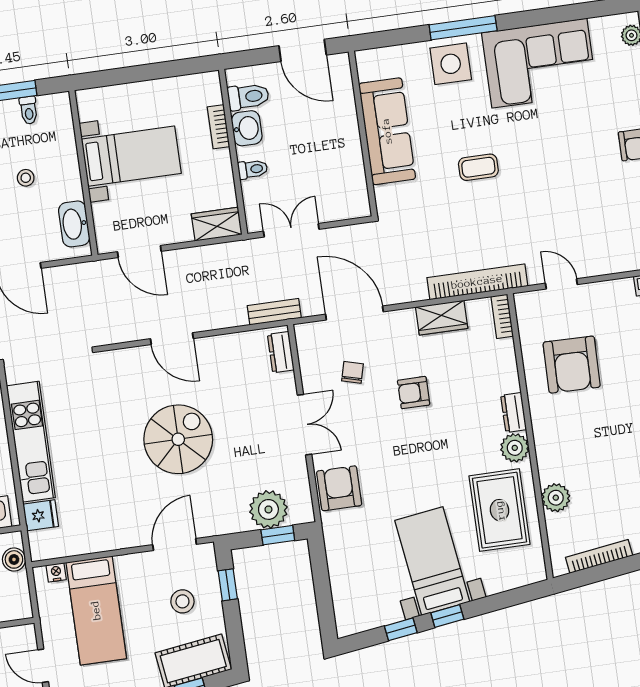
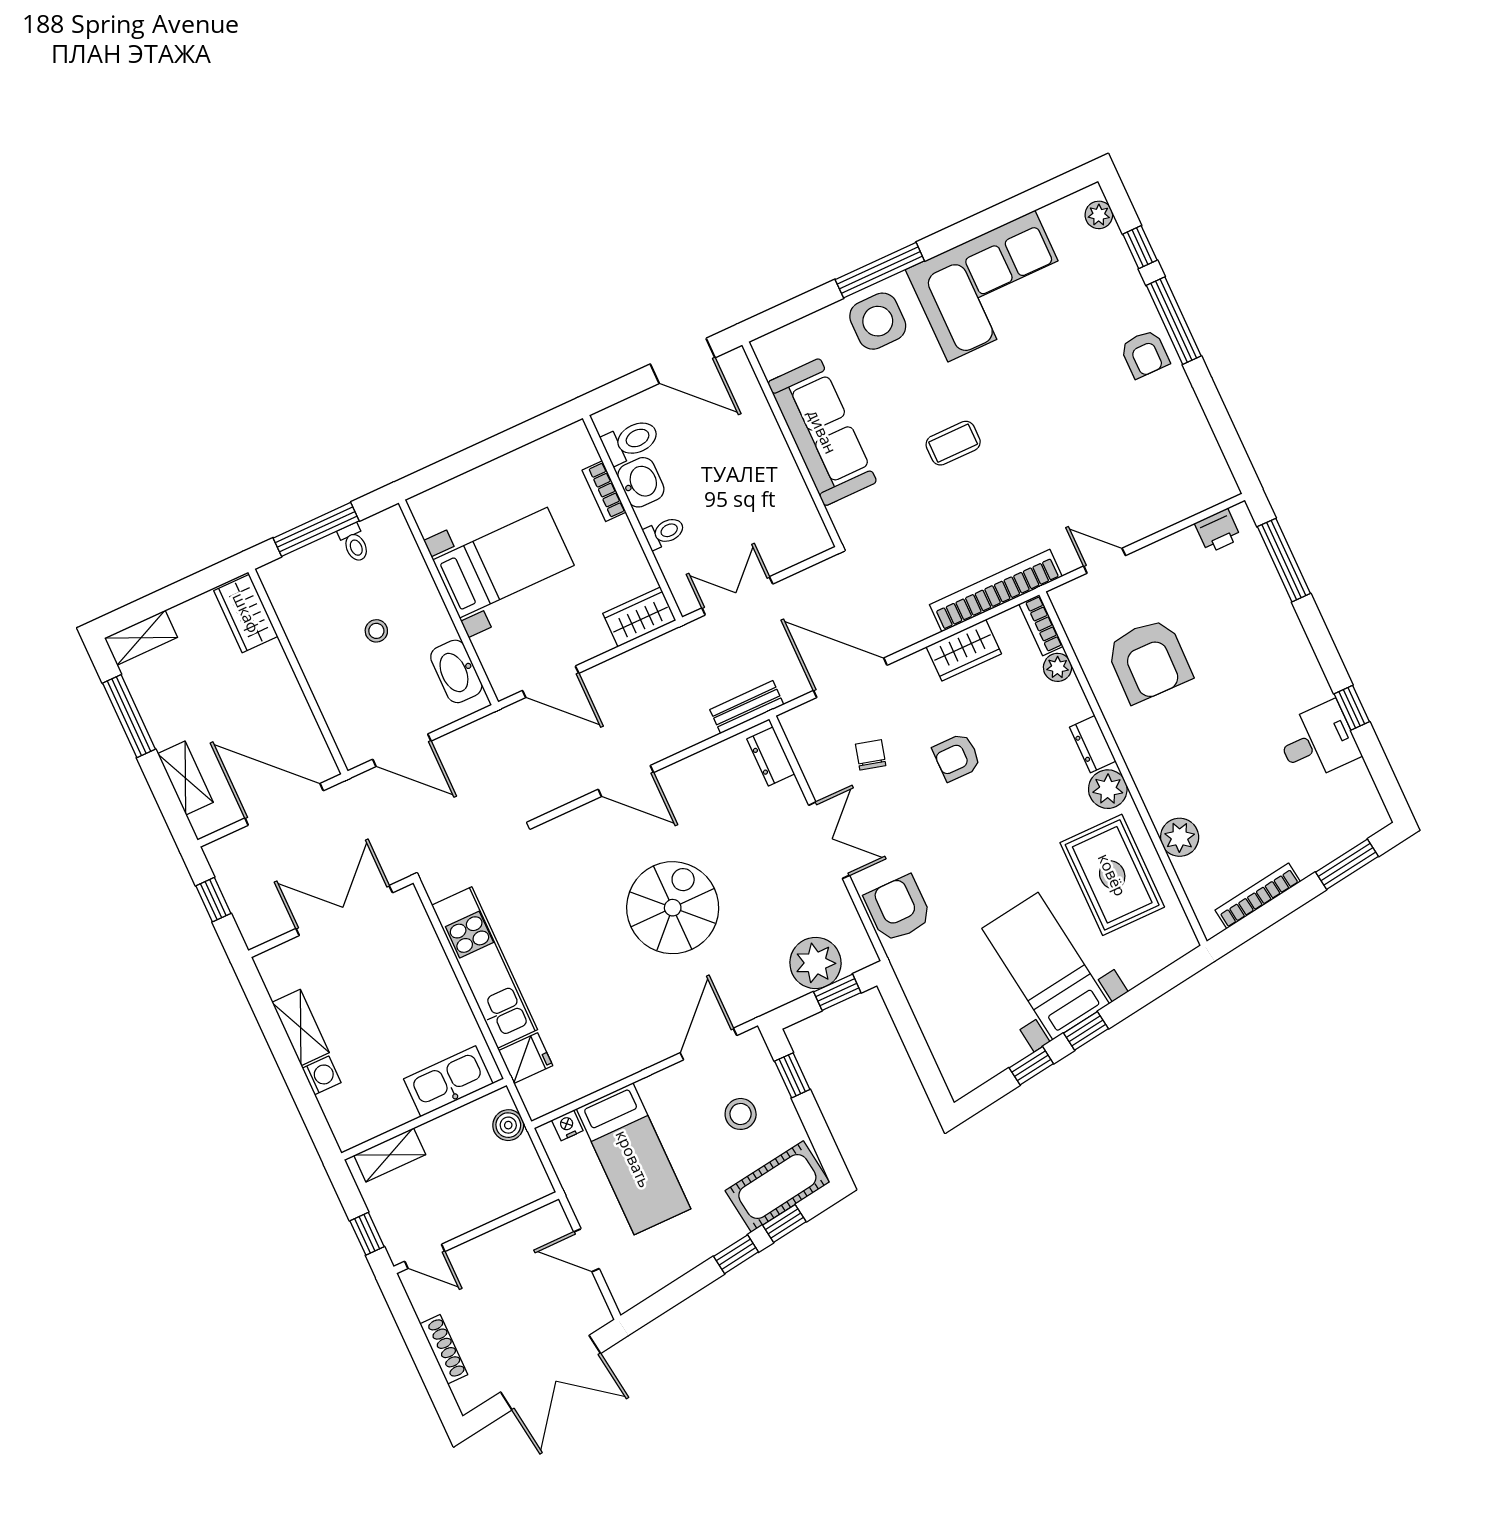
plant: (505, 350) -> (1058, 667), added

